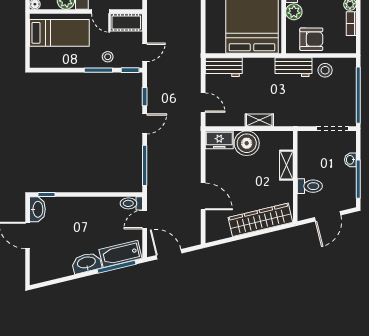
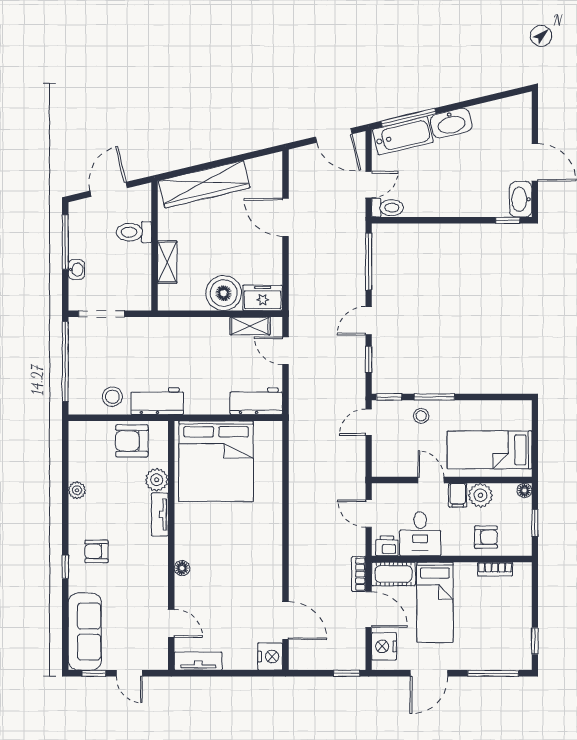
cot: (126, 22) -> (395, 465), removed
bookcase: (351, 24) -> (75, 463), removed
shelving: (259, 120) -> (250, 326), moved

